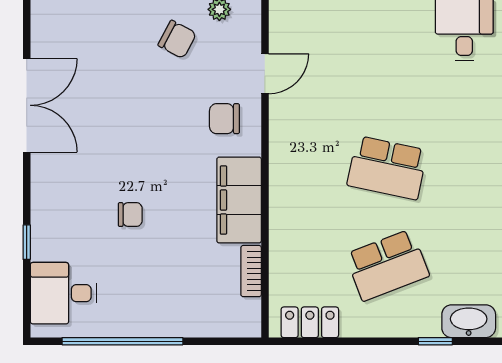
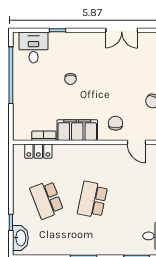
double door: (27, 105) -> (122, 30), width x0.73
locker: (310, 322) -> (38, 151), moved, turned 90

